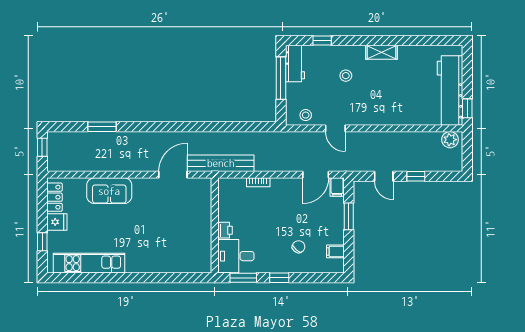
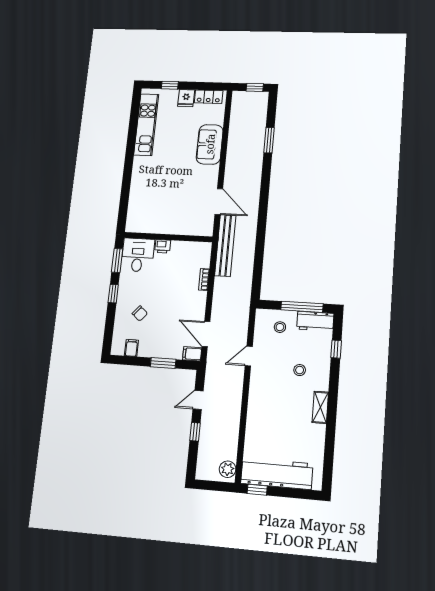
stool: (306, 115) -> (280, 327), moved

